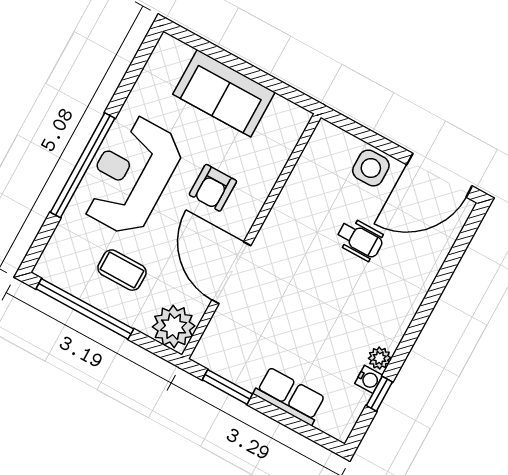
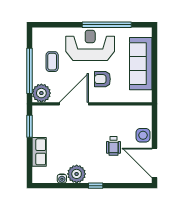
sofa: (224, 93) -> (141, 64), width x1.36
window: (83, 165) -> (107, 25), moved
window: (85, 309) -> (30, 71), moved
plant: (379, 358) -> (77, 174), width x1.87, depth x1.87
window: (379, 394) -> (96, 186), moved

